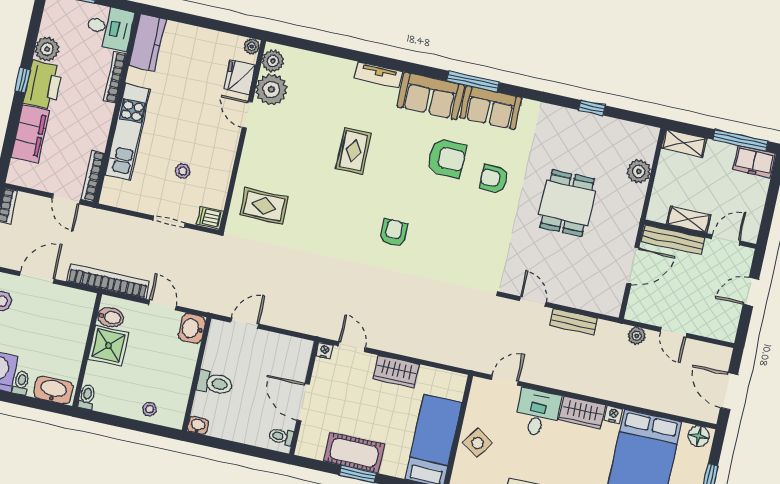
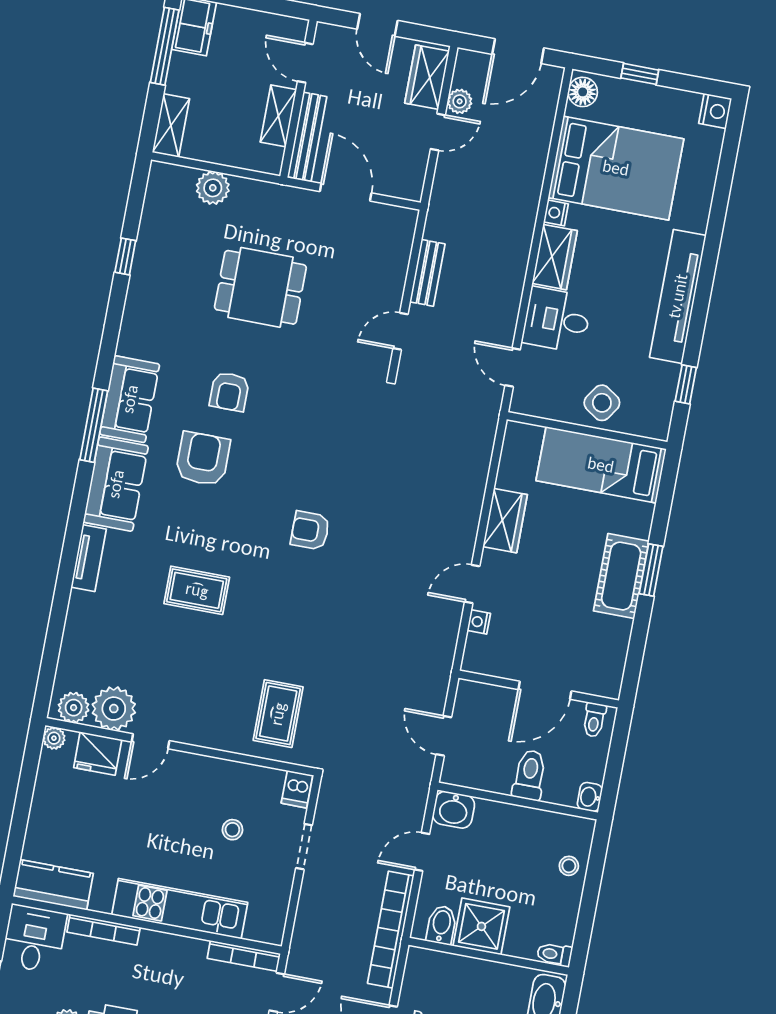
wardrobe: (713, 326) -> (427, 77), added
plant: (637, 336) -> (460, 101), moved
wall: (304, 398) -> (539, 689), moved
door: (303, 402) -> (545, 690), moved
toilet: (281, 437) -> (594, 720), moved

